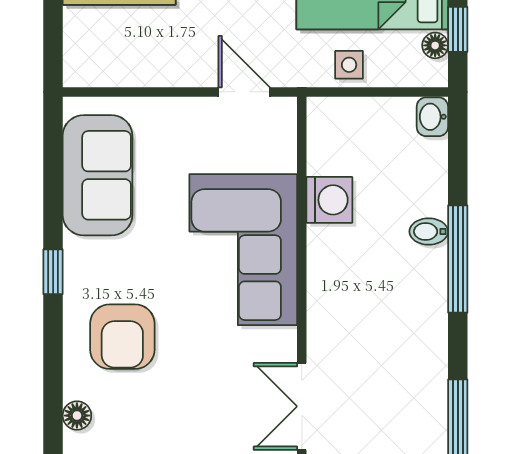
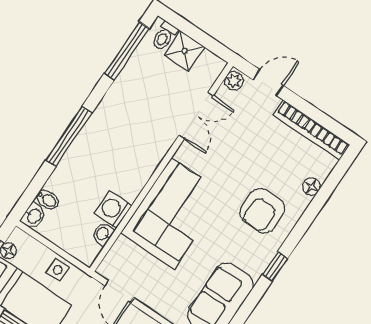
washbasin: (320, 157) -> (103, 234), added
bidet: (429, 232) -> (47, 200), moved
armchair: (122, 337) -> (262, 211), turned 180

